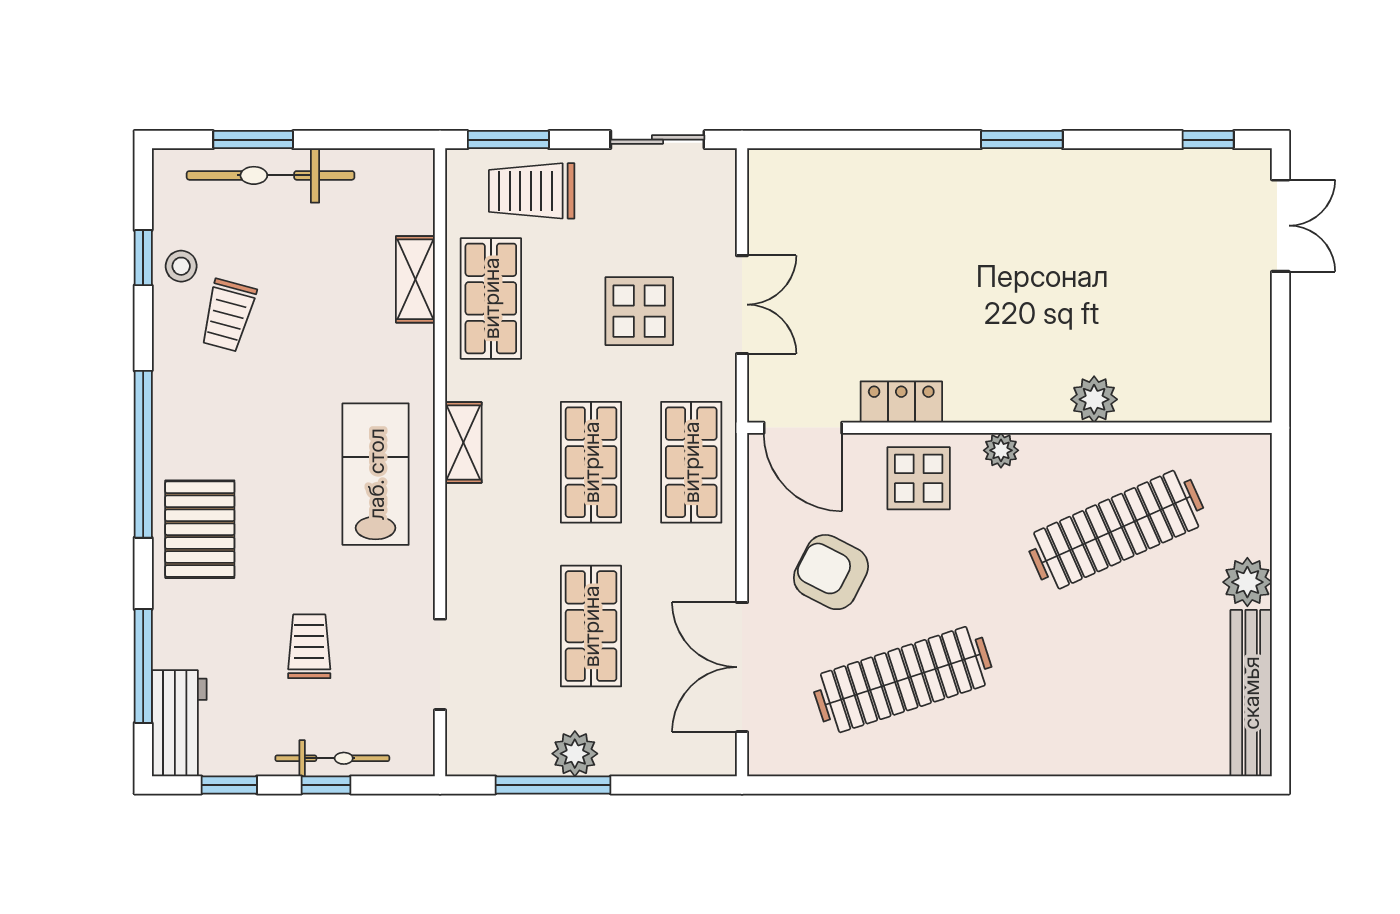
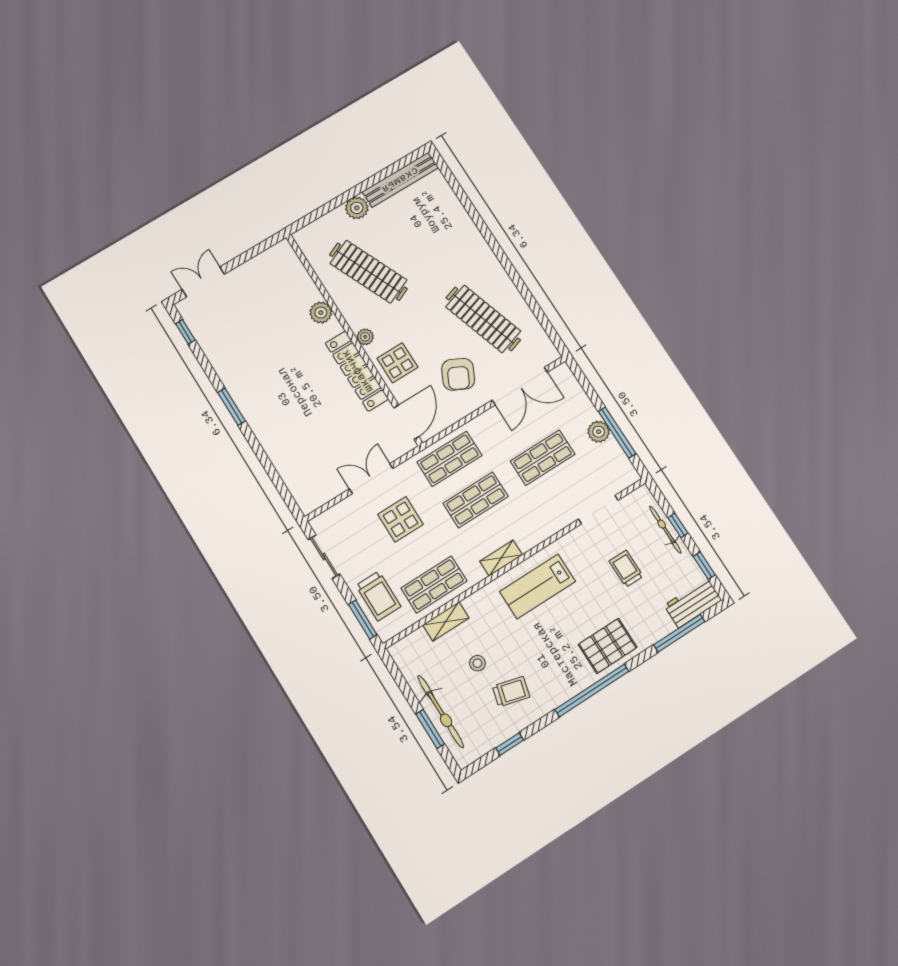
stool: (181, 266) -> (477, 663), moved
locker: (901, 402) -> (357, 371), width x2.16, depth x1.21
trolley: (309, 646) -> (626, 569), turned 90

